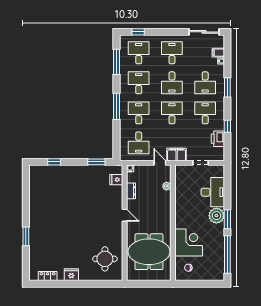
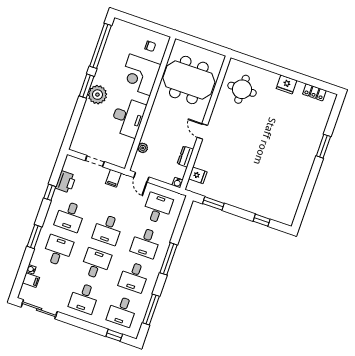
filing cabinet: (177, 154) -> (113, 178), width x0.50
desk: (213, 192) -> (128, 117), moved, turned 180

